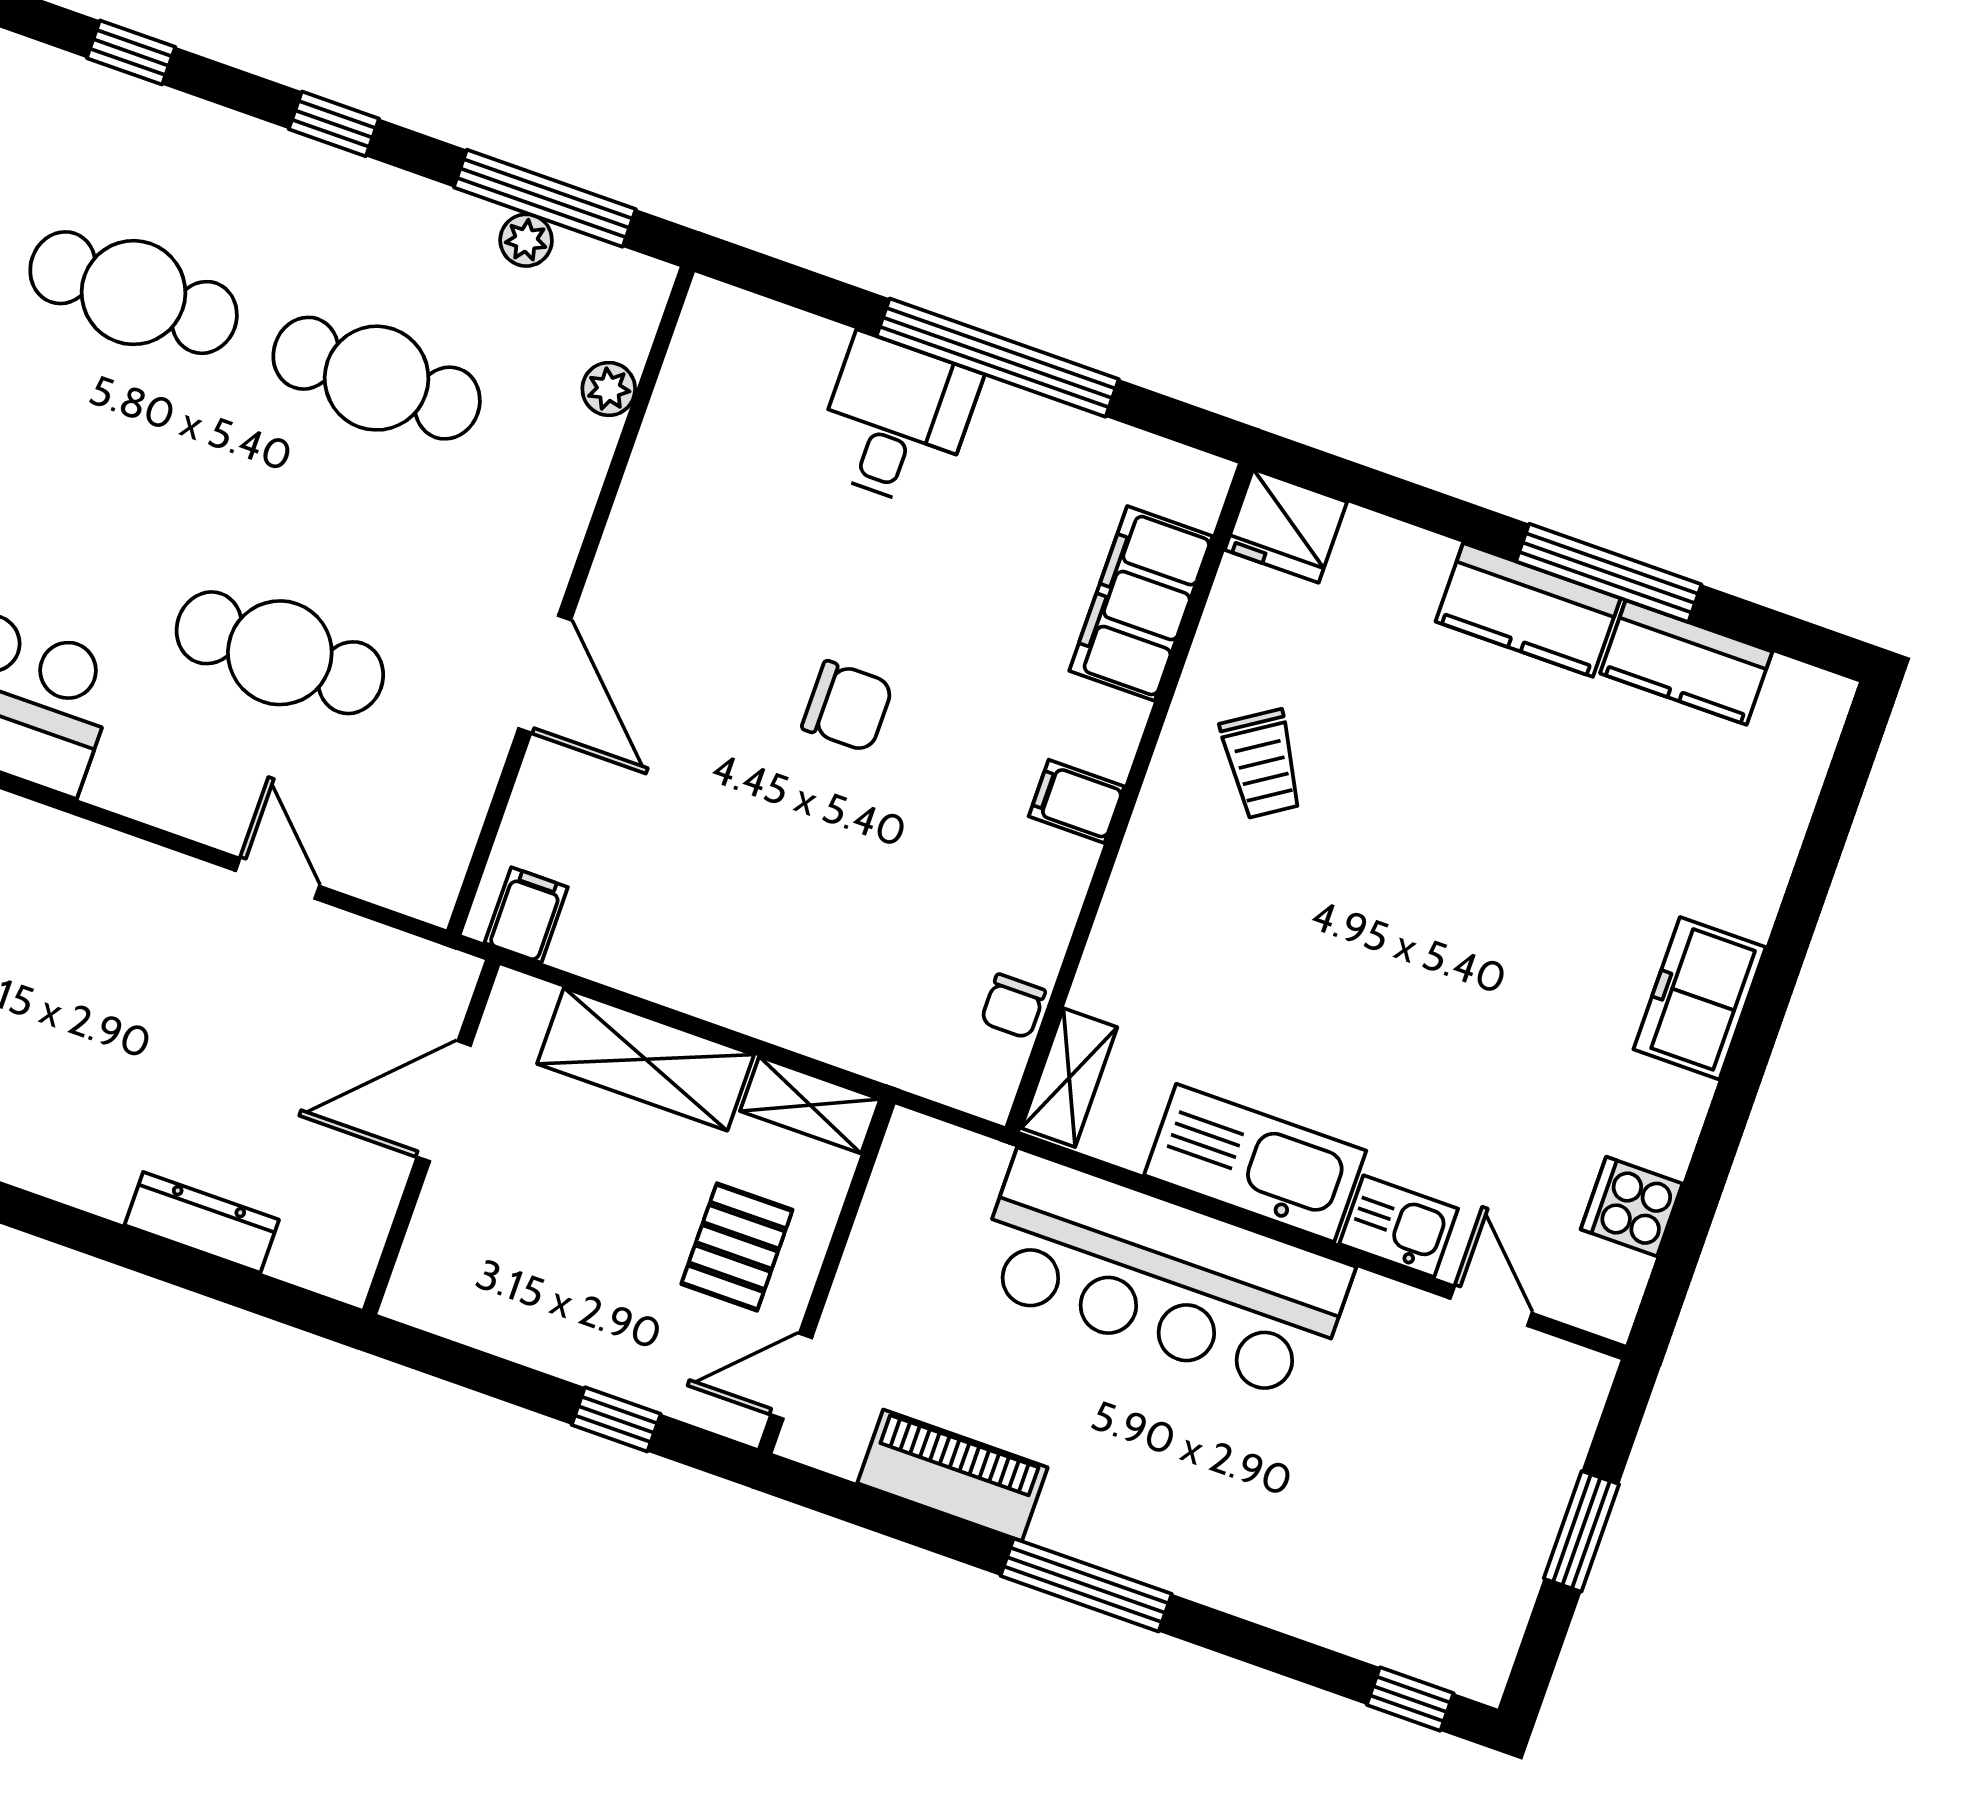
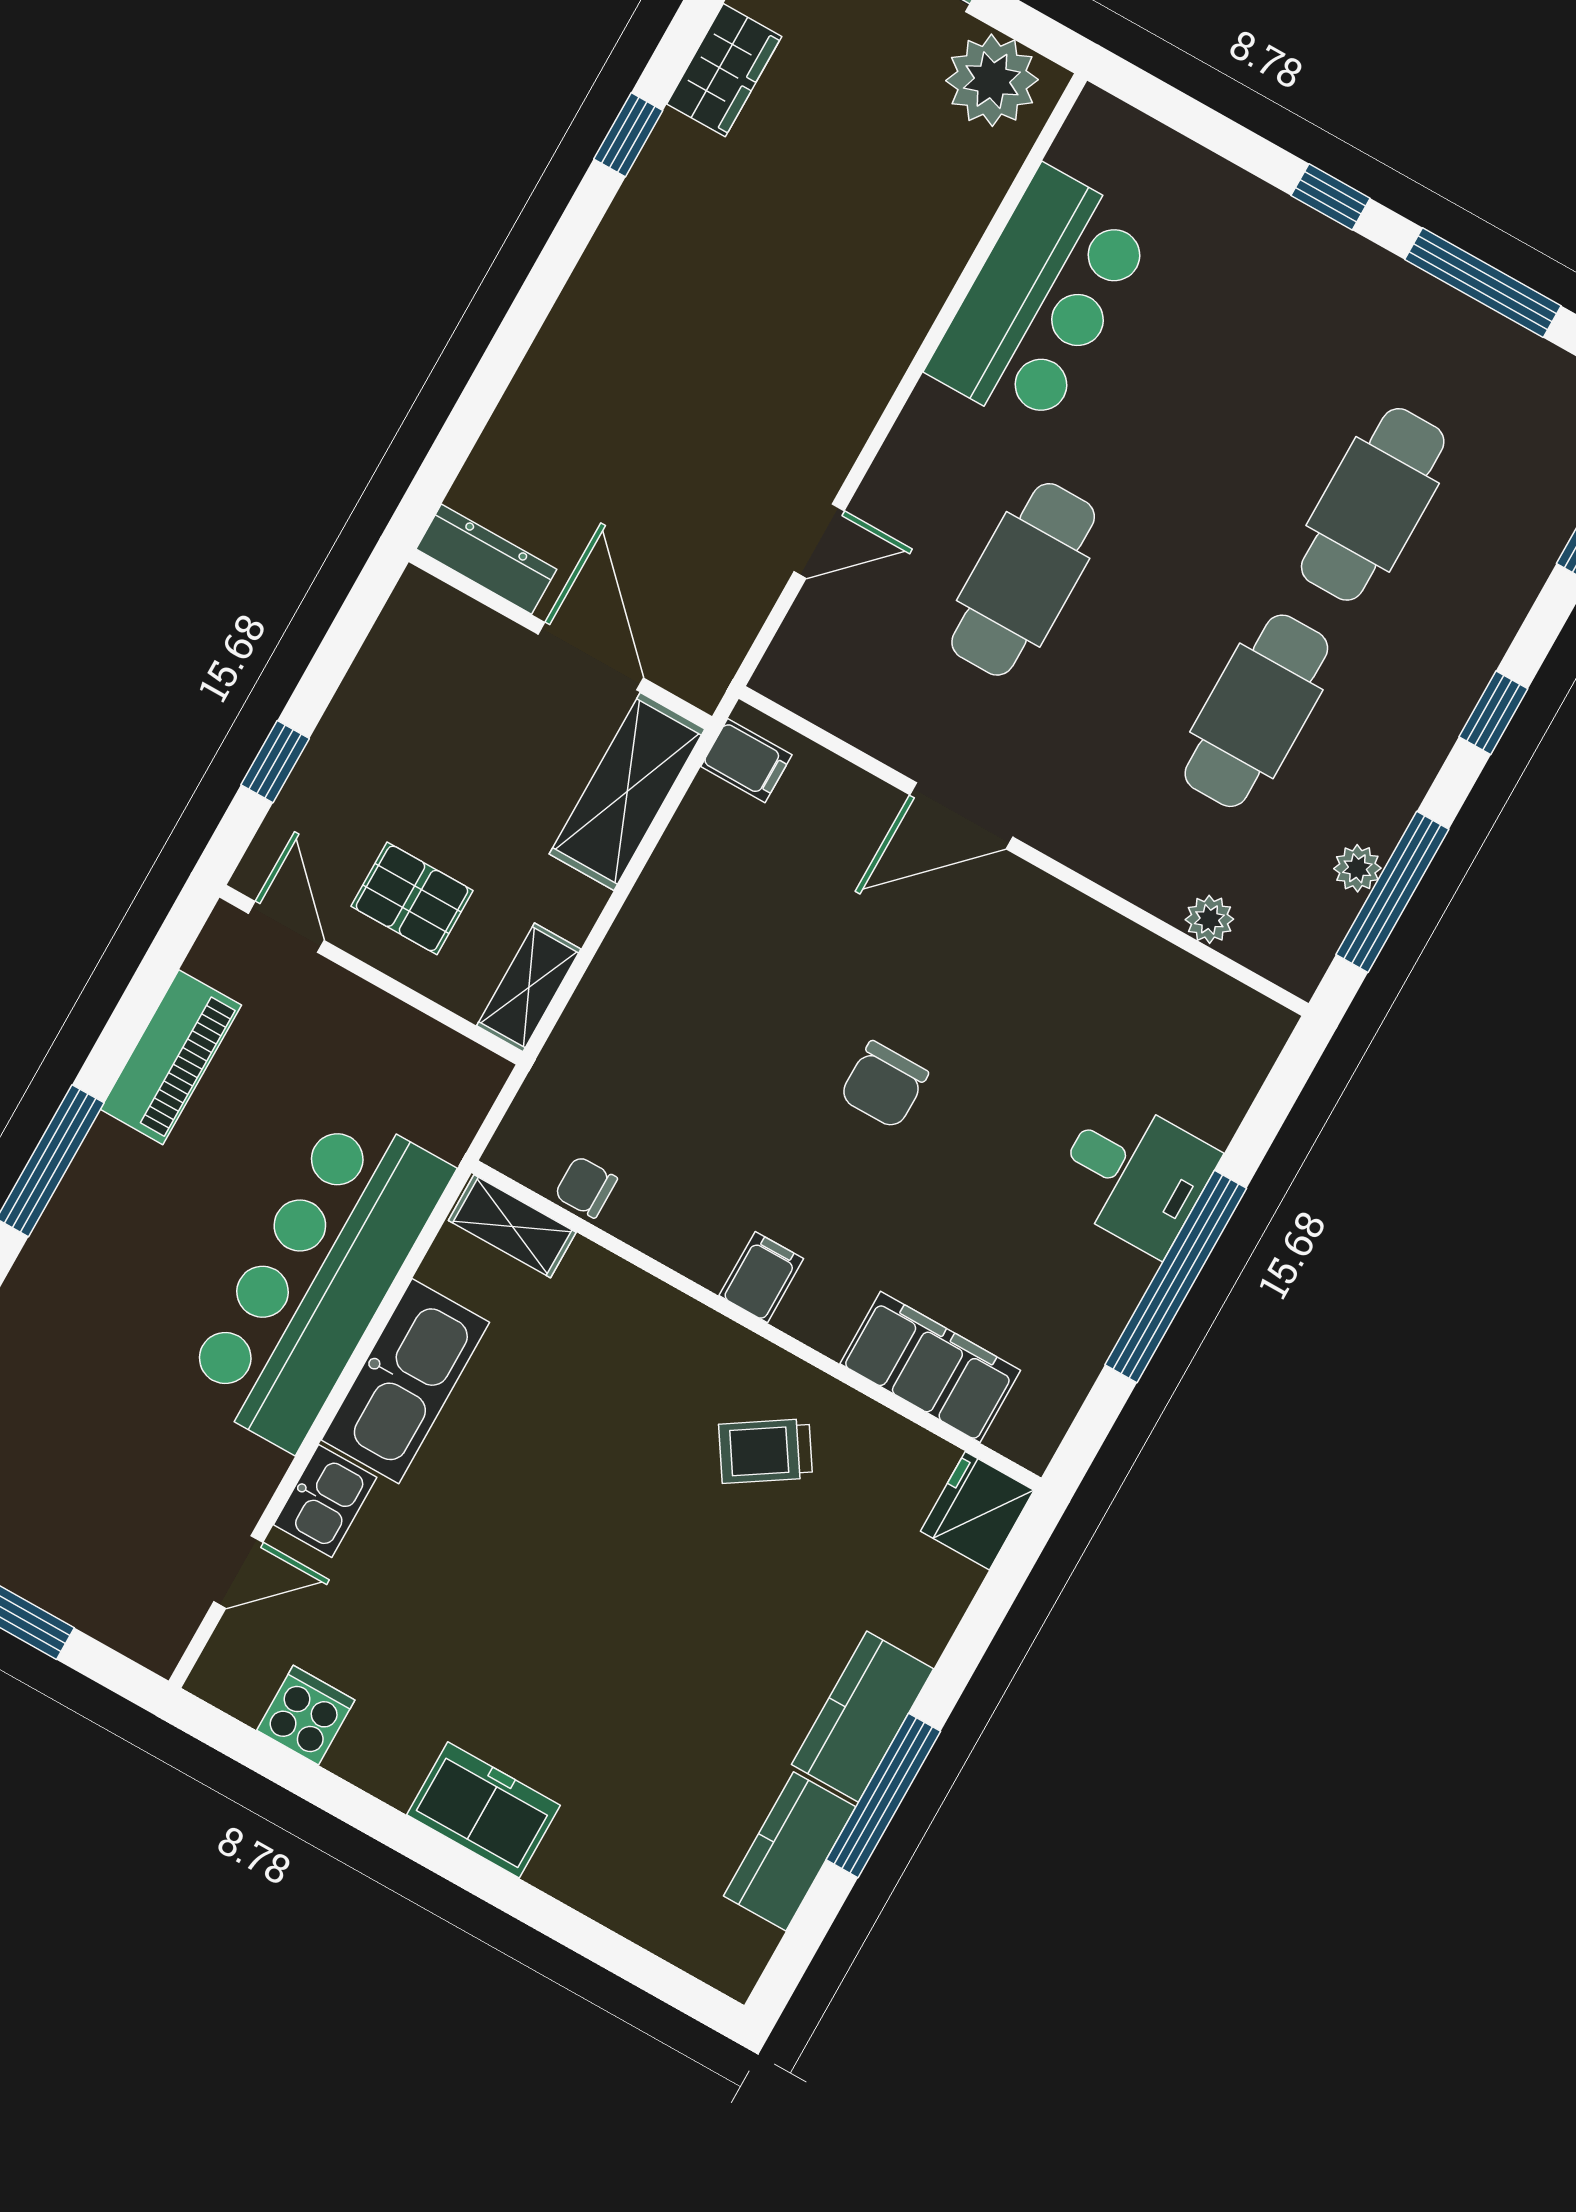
shelving: (646, 1059) -> (627, 792), moved
dresser: (202, 1222) -> (486, 559), moved, turned -90

